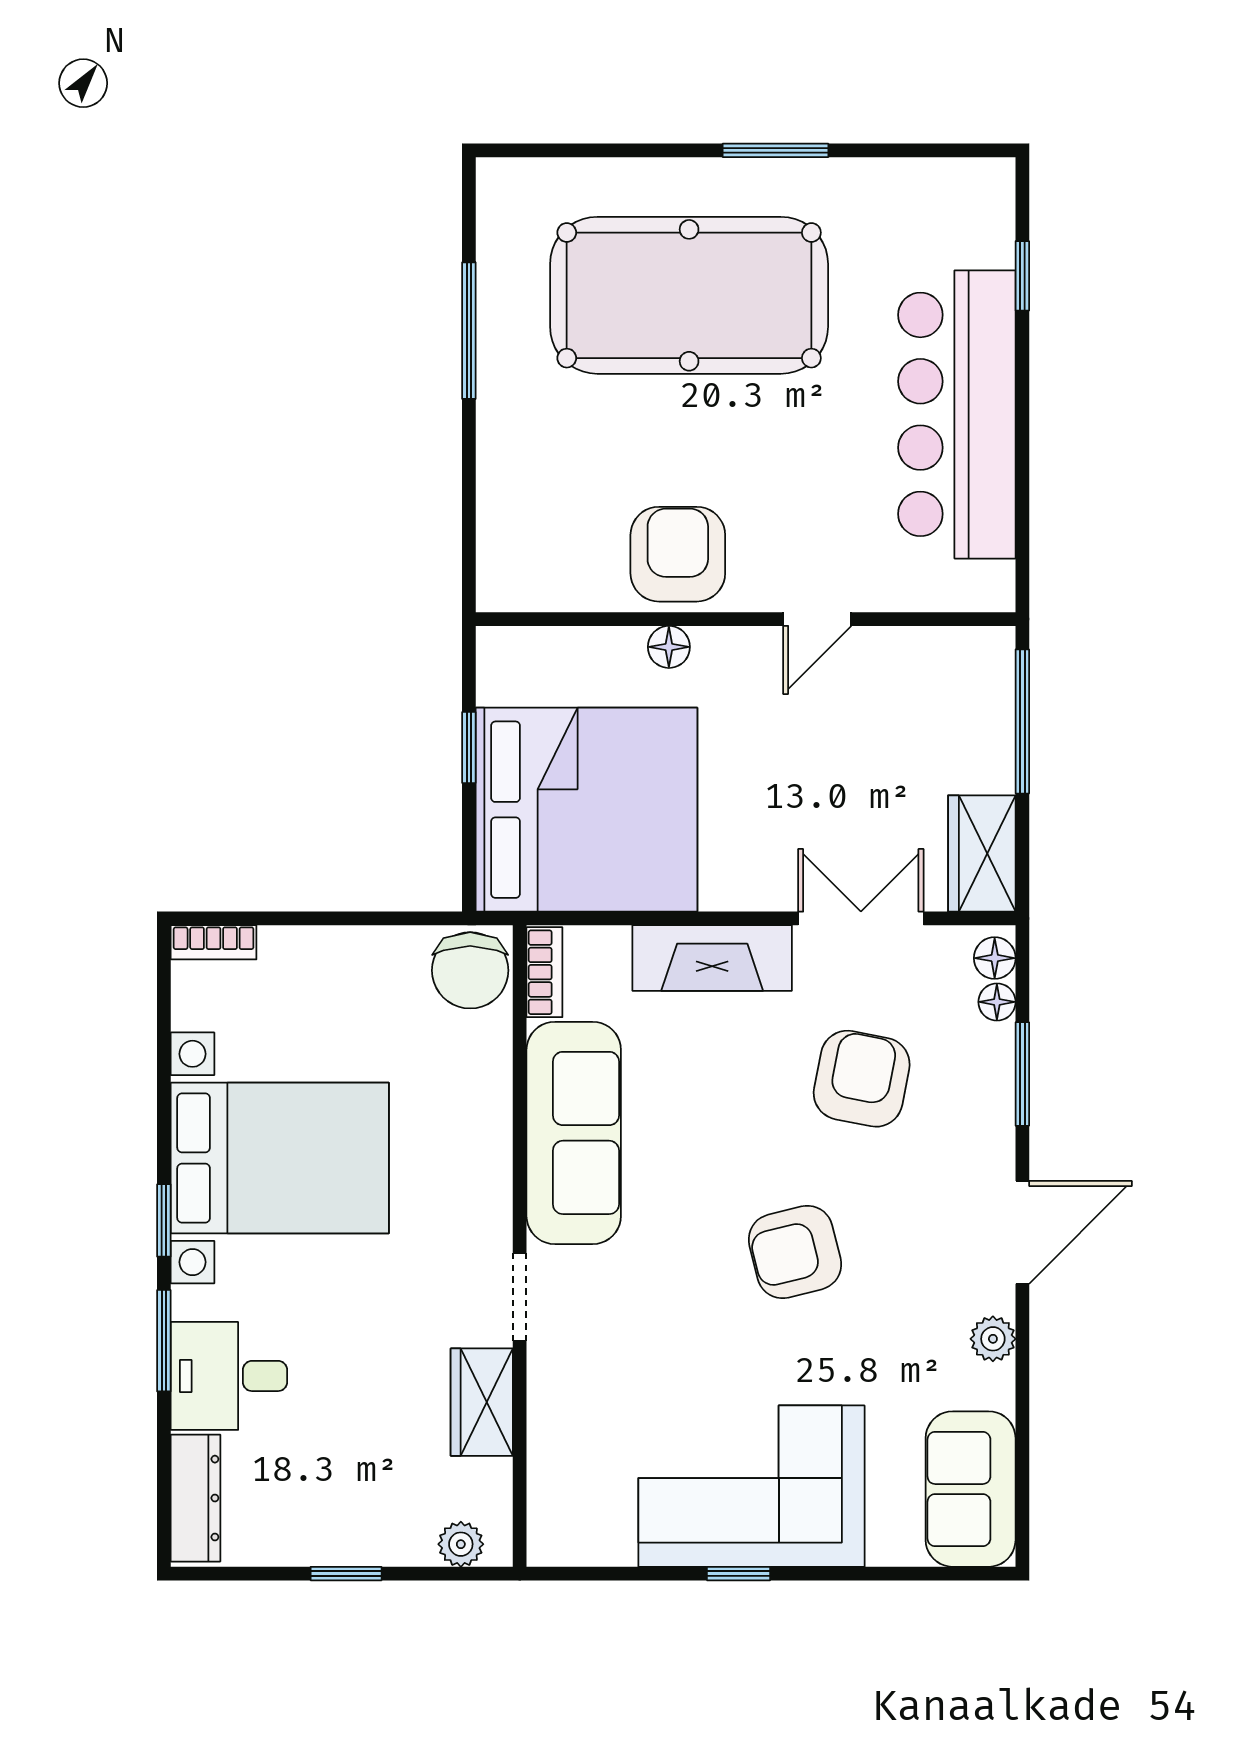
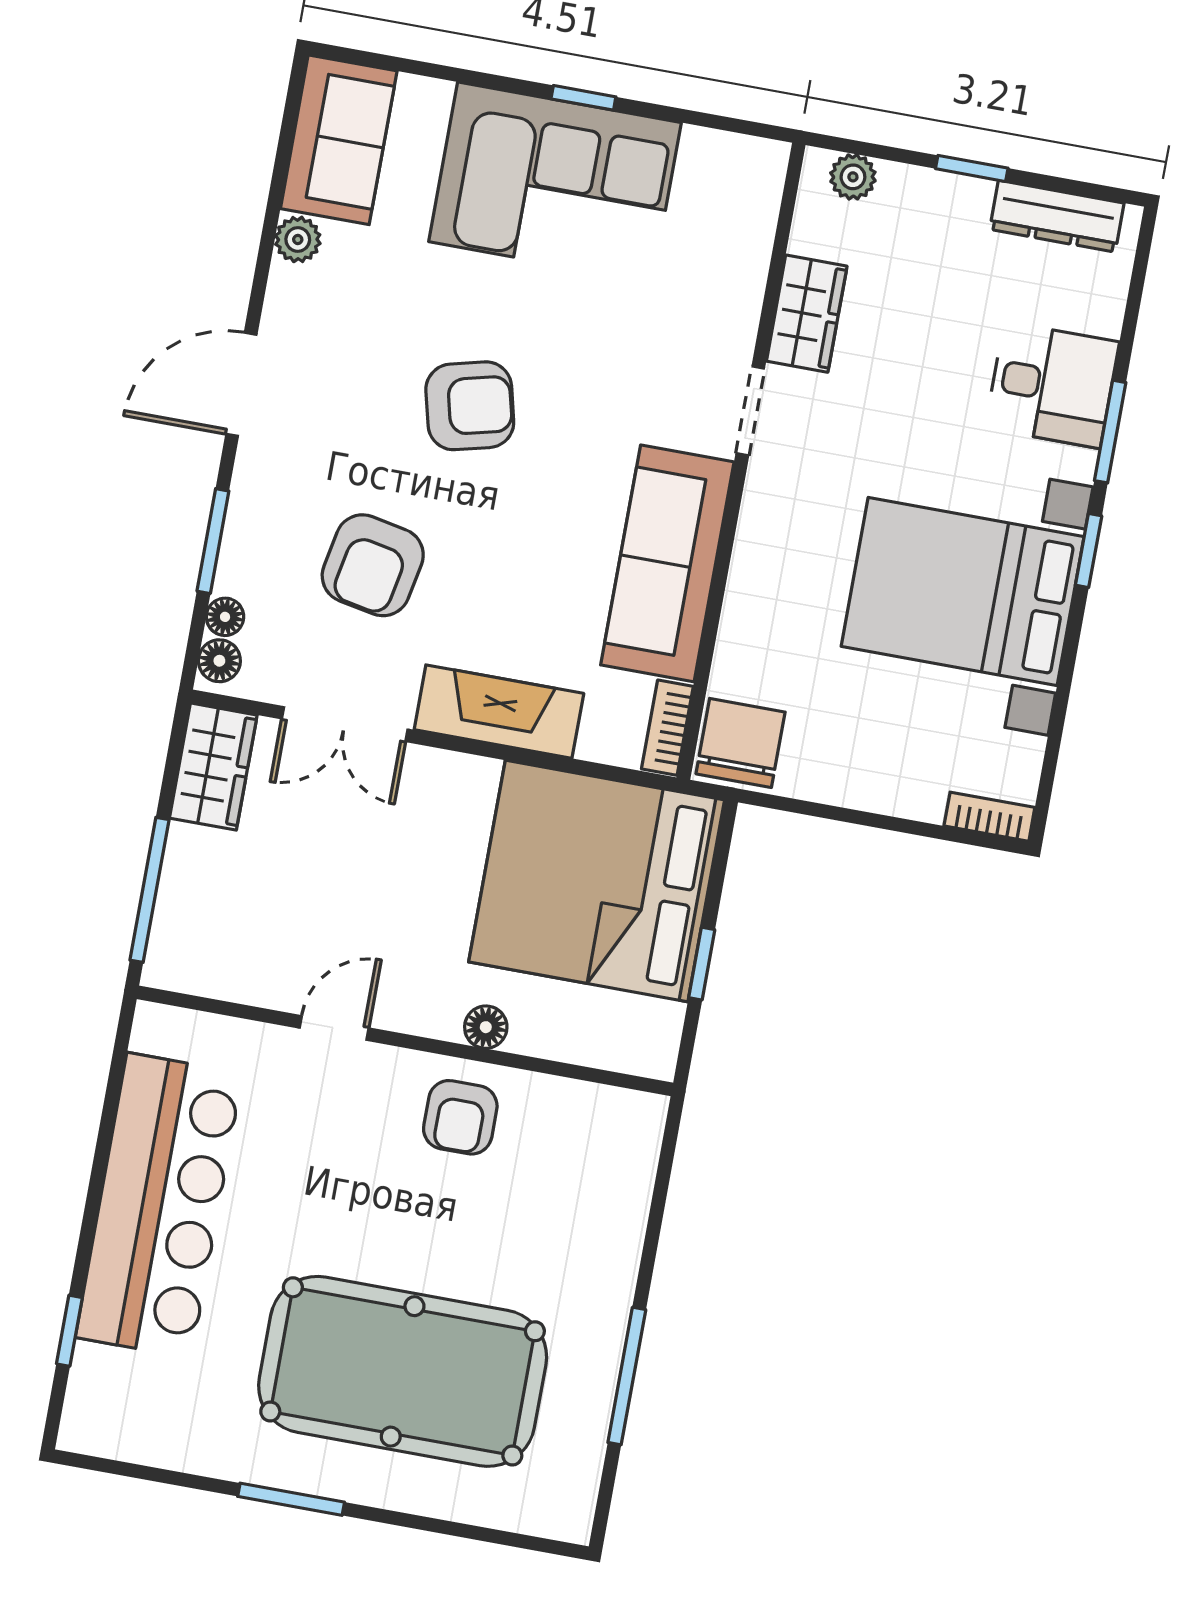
armchair: (678, 554) -> (460, 1117), width x0.72, depth x0.72
plant: (993, 1339) -> (298, 239), moved
dresser: (196, 1498) -> (1057, 216), moved, turned -90

